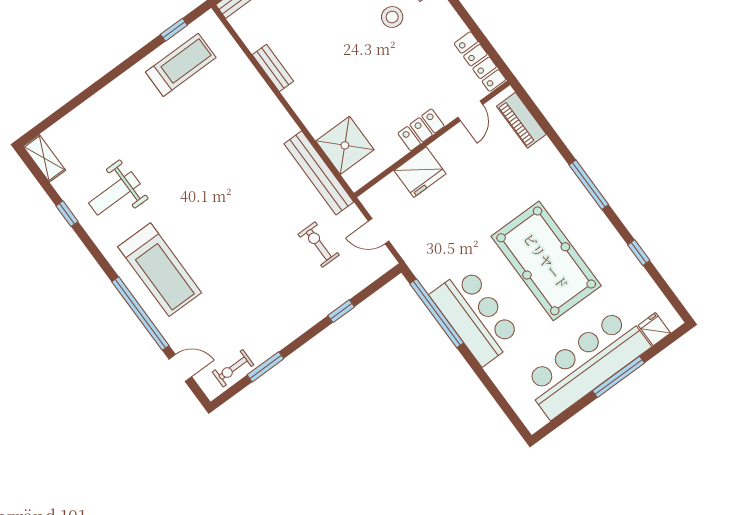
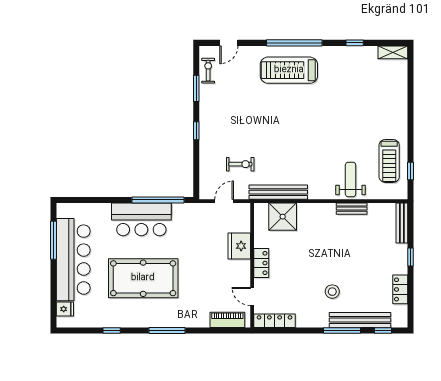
weight bench: (114, 193) -> (351, 179), moved
window: (341, 311) -> (196, 131), moved
window: (140, 314) -> (294, 43), moved
window: (619, 377) -> (54, 240), moved

